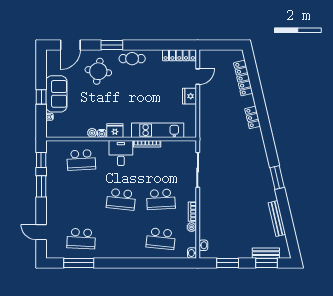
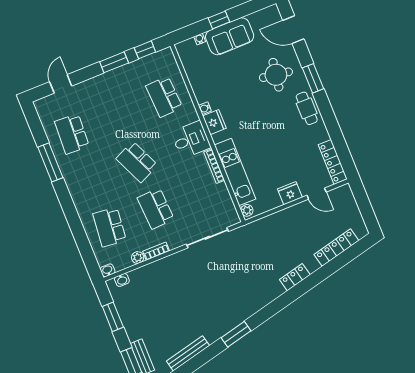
plant: (92, 133) -> (247, 210), moved
school desk: (121, 199) -> (137, 162), turned -30
window: (79, 263) -> (50, 162), moved

